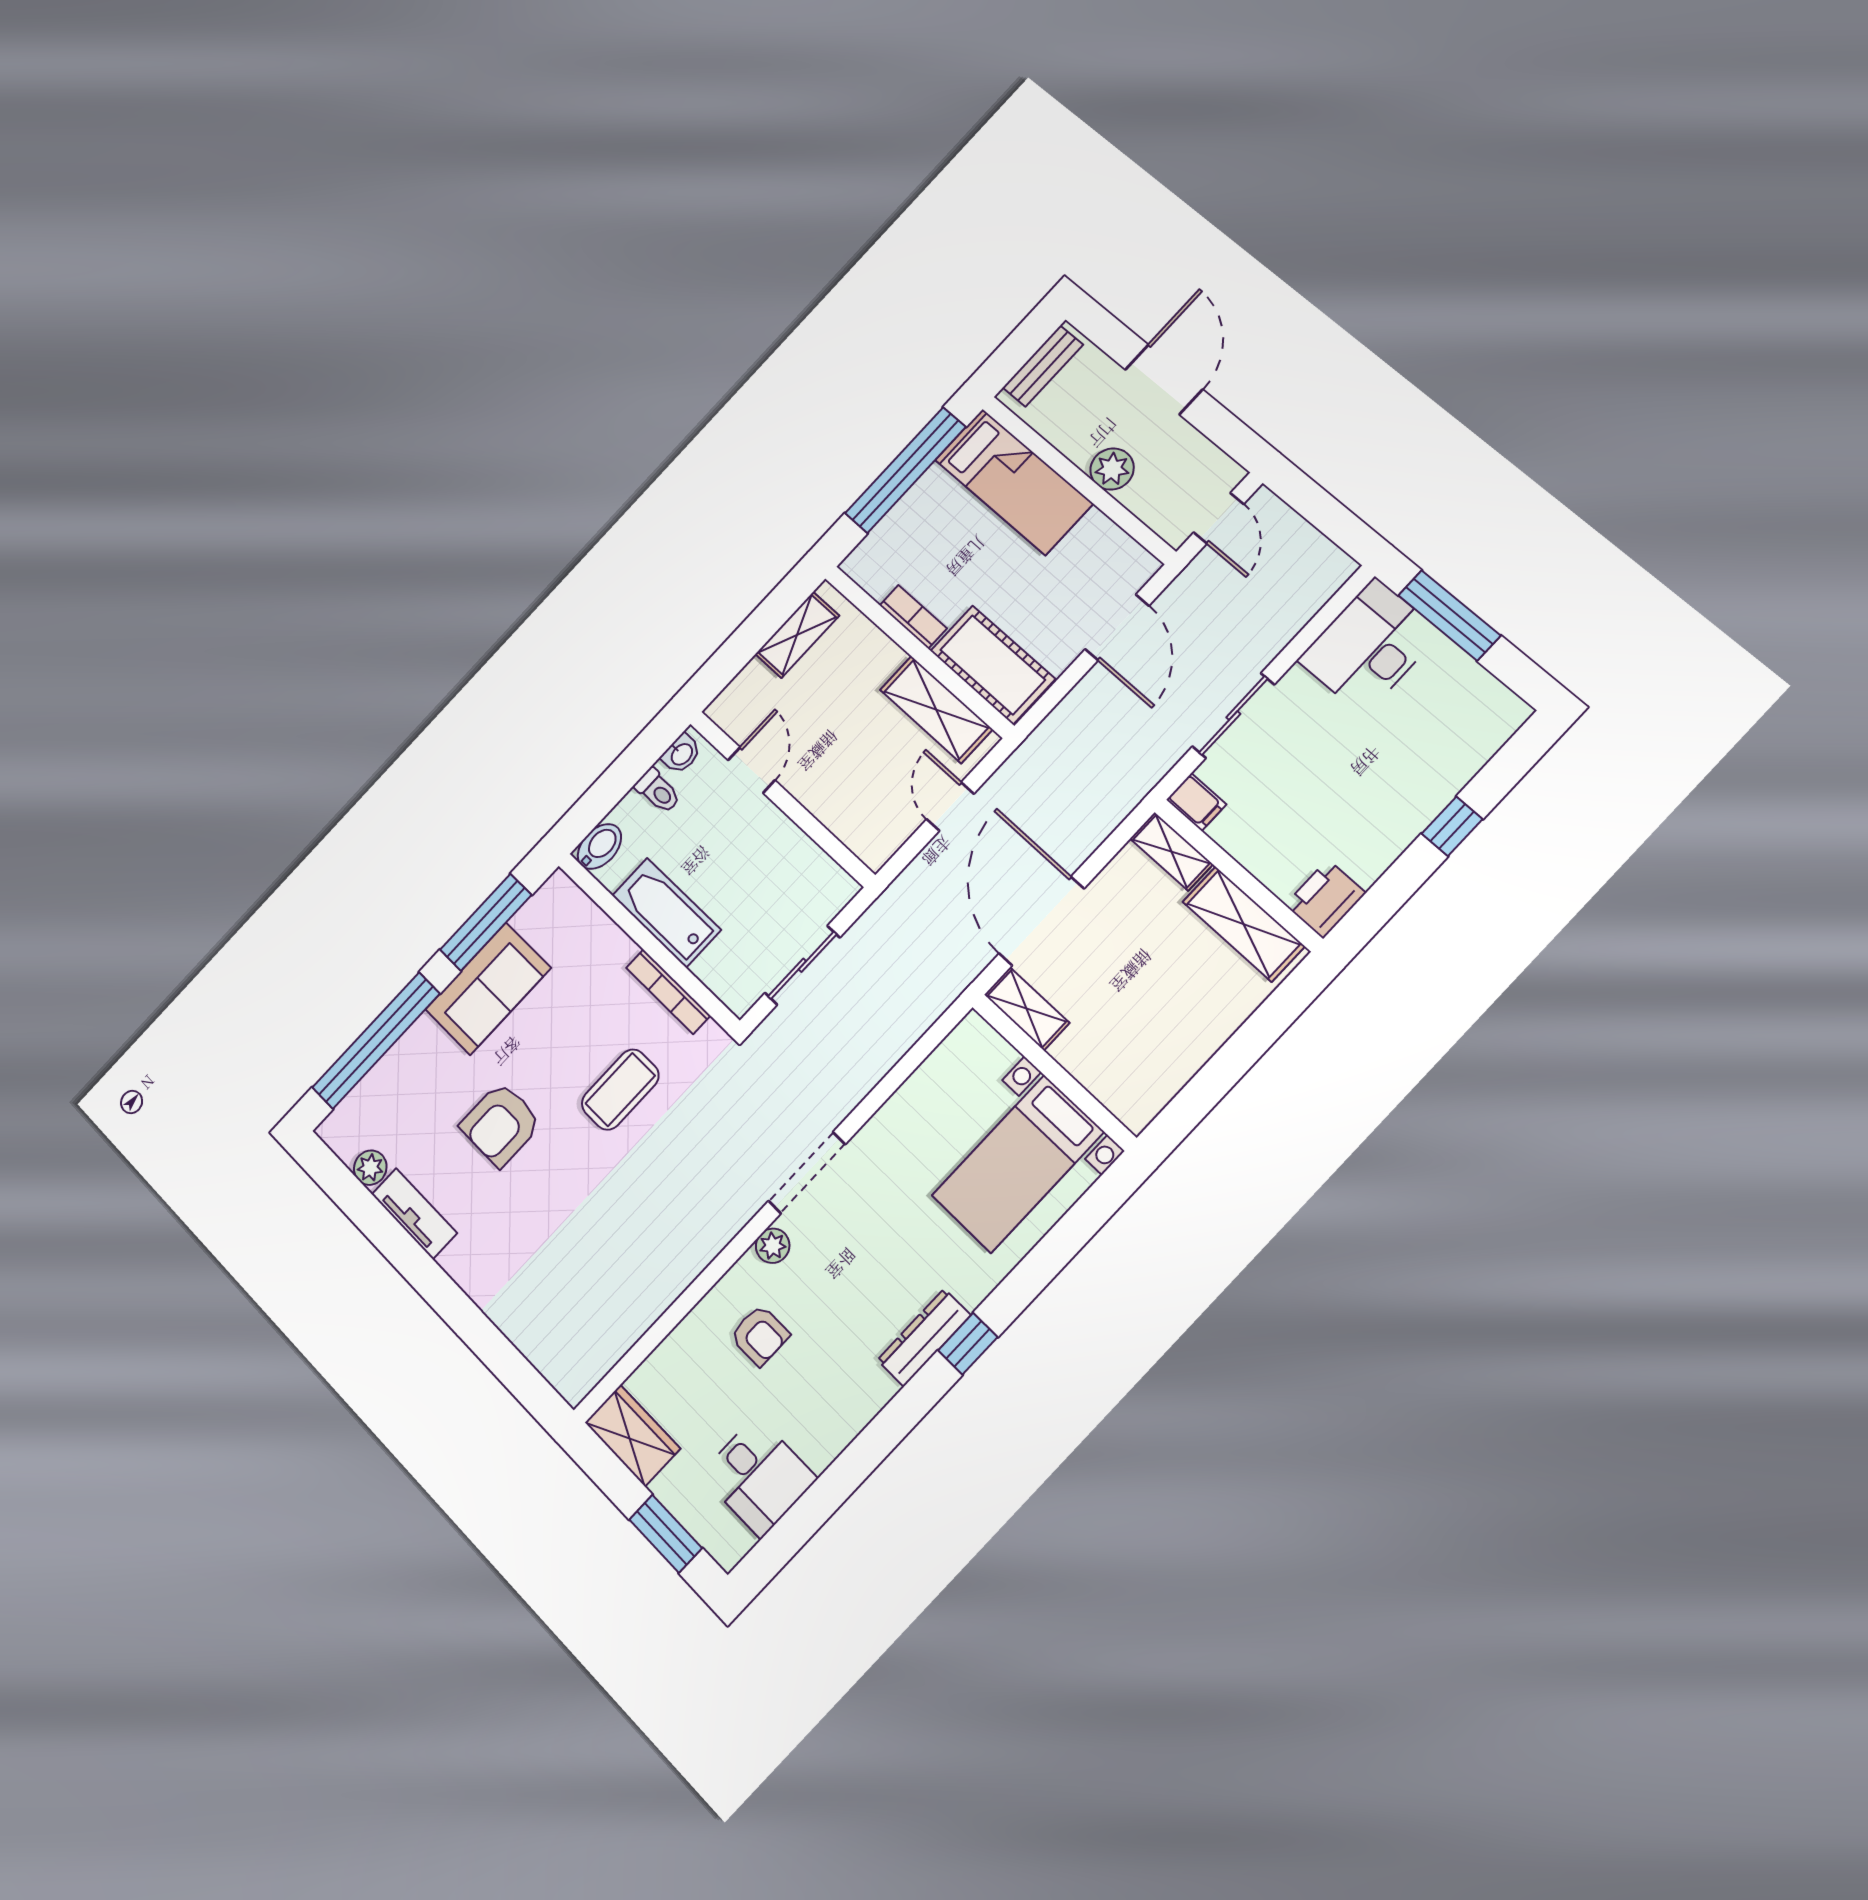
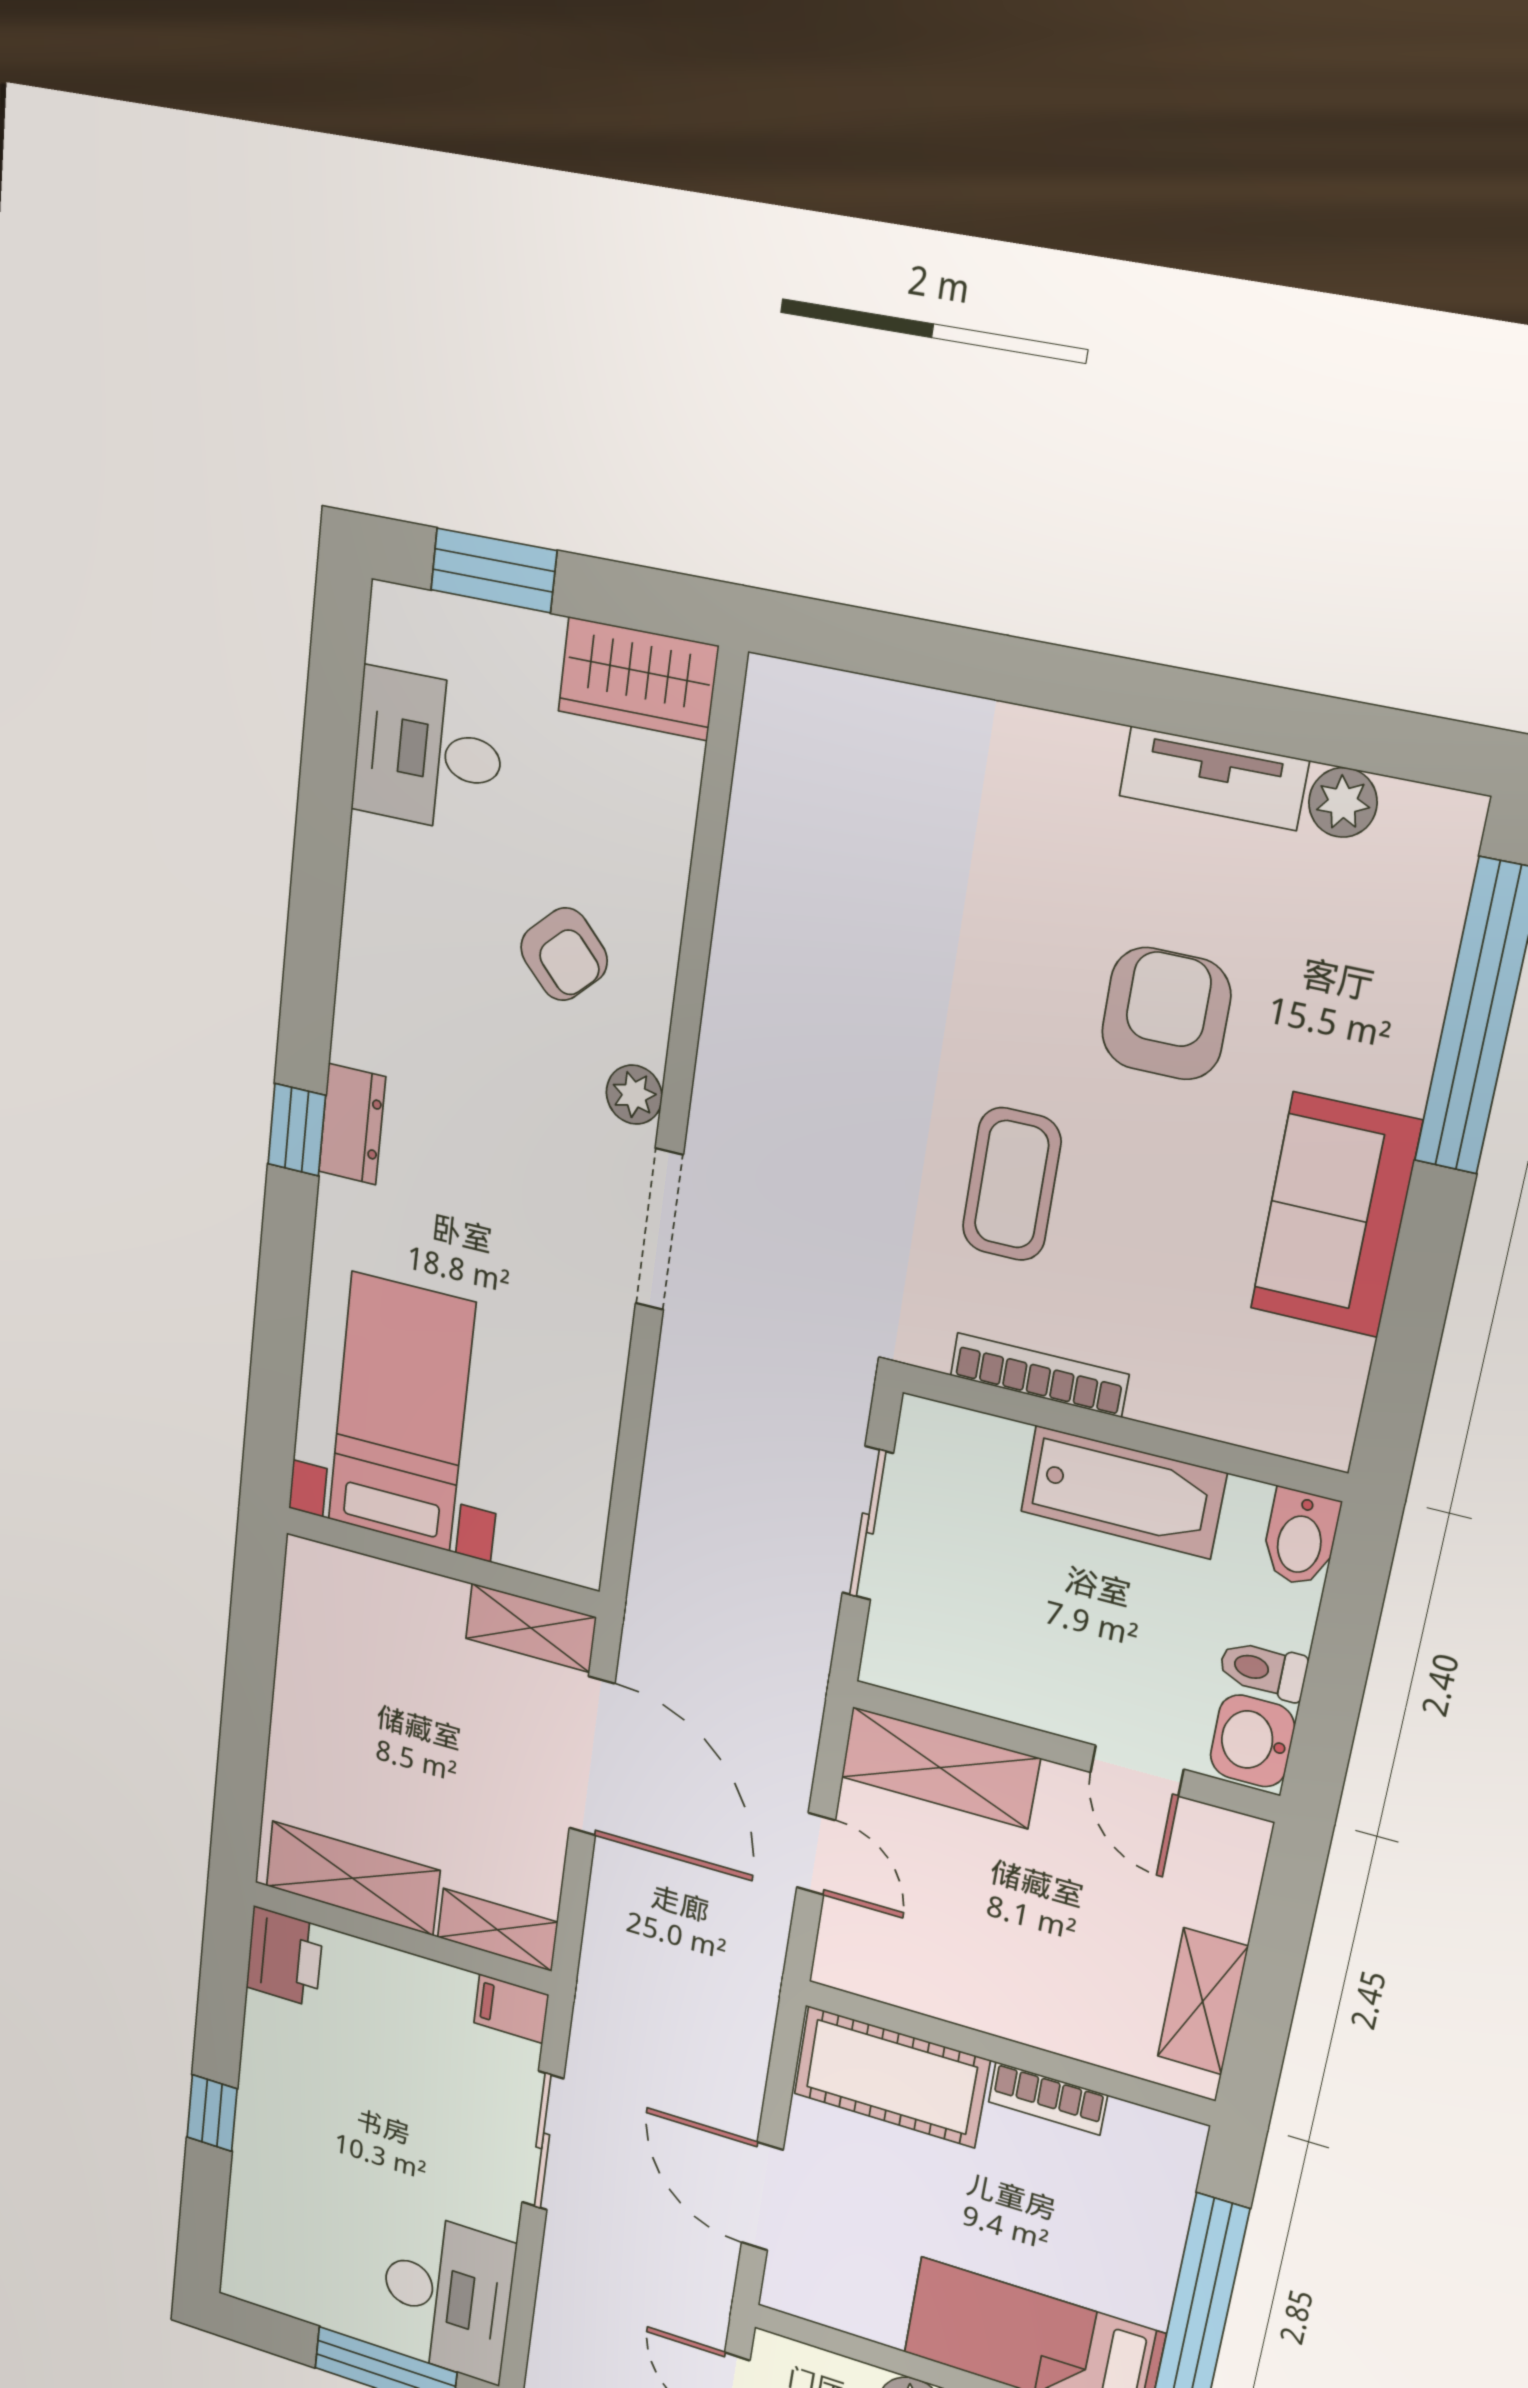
shelving: (936, 709) -> (940, 1768), moved
washbasin: (681, 754) -> (1252, 1741), width x1.38, depth x1.45
window: (486, 922) -> (1413, 1319), removed
armchair: (760, 1335) -> (564, 954), turned -134
dresser: (924, 1338) -> (352, 1124), width x0.70

